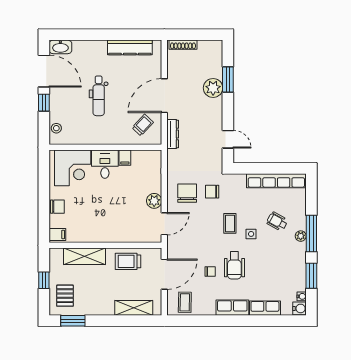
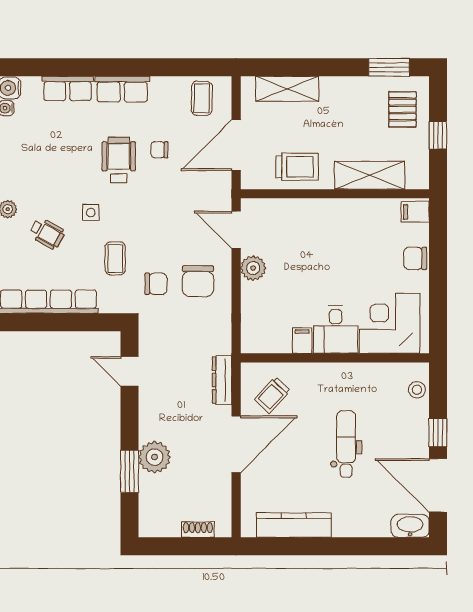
shoe rack: (183, 45) -> (198, 530), width x0.70
coffee table: (230, 223) -> (115, 258), moved
door: (164, 224) -> (236, 230), hinge flipped

